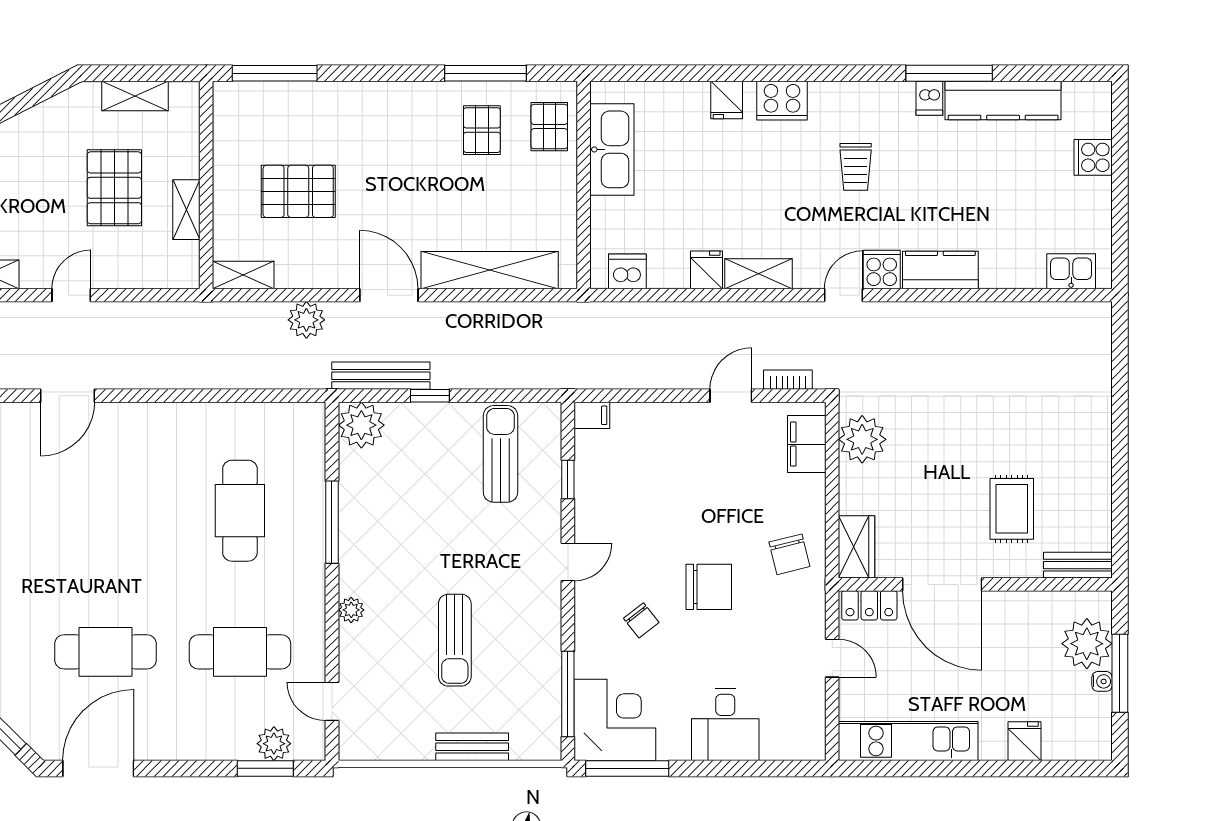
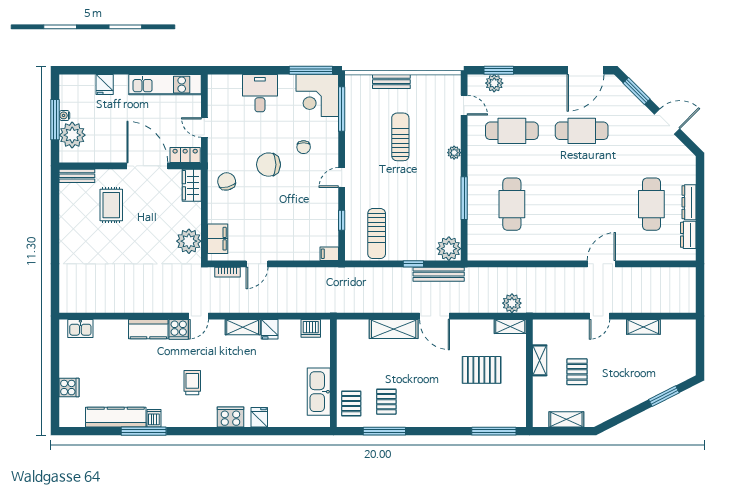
pallet: (114, 188) -> (577, 372), width x0.67, depth x0.71
shelving: (490, 270) -> (394, 329), width x0.68
plant: (306, 320) -> (512, 303), moved
chair: (641, 620) -> (304, 147), turned -142

